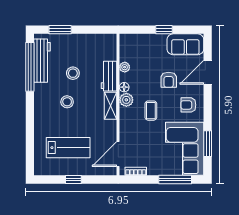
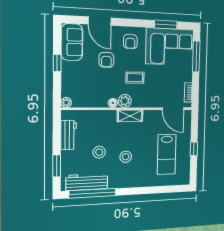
plant: (125, 67) -> (66, 102), moved
workbench: (109, 76) -> (69, 135), moved, turned -90
armchair: (169, 80) -> (106, 60), turned 90
lab bench: (68, 148) -> (167, 154), turned 180

